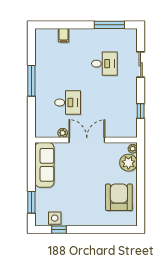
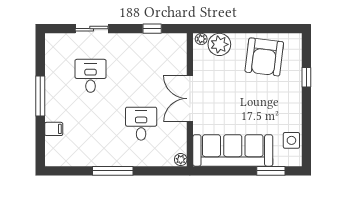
window: (109, 25) -> (40, 96), moved
plant: (63, 133) -> (181, 160), moved
sofa: (44, 165) -> (233, 150), width x1.36, depth x1.27
armchair: (119, 197) -> (264, 57), turned -83
window: (59, 230) -> (306, 77), moved

